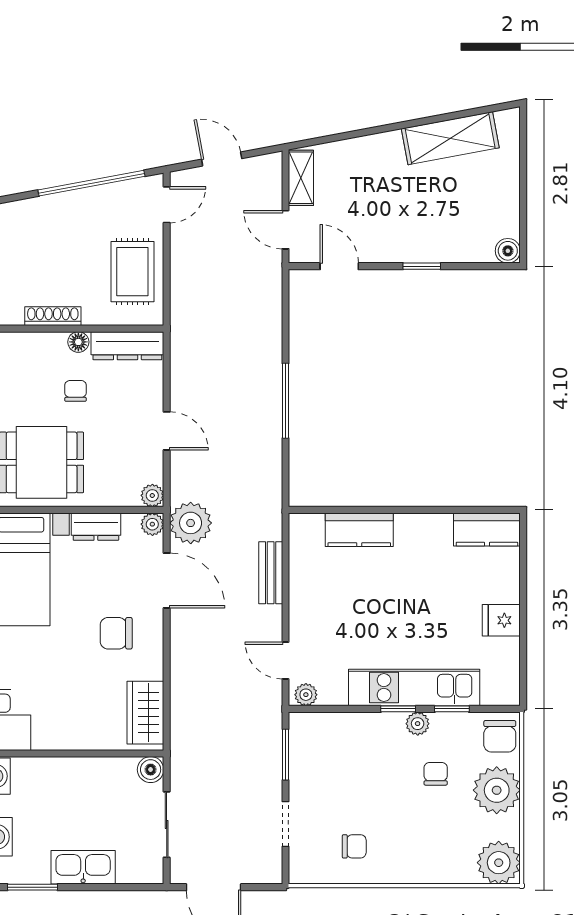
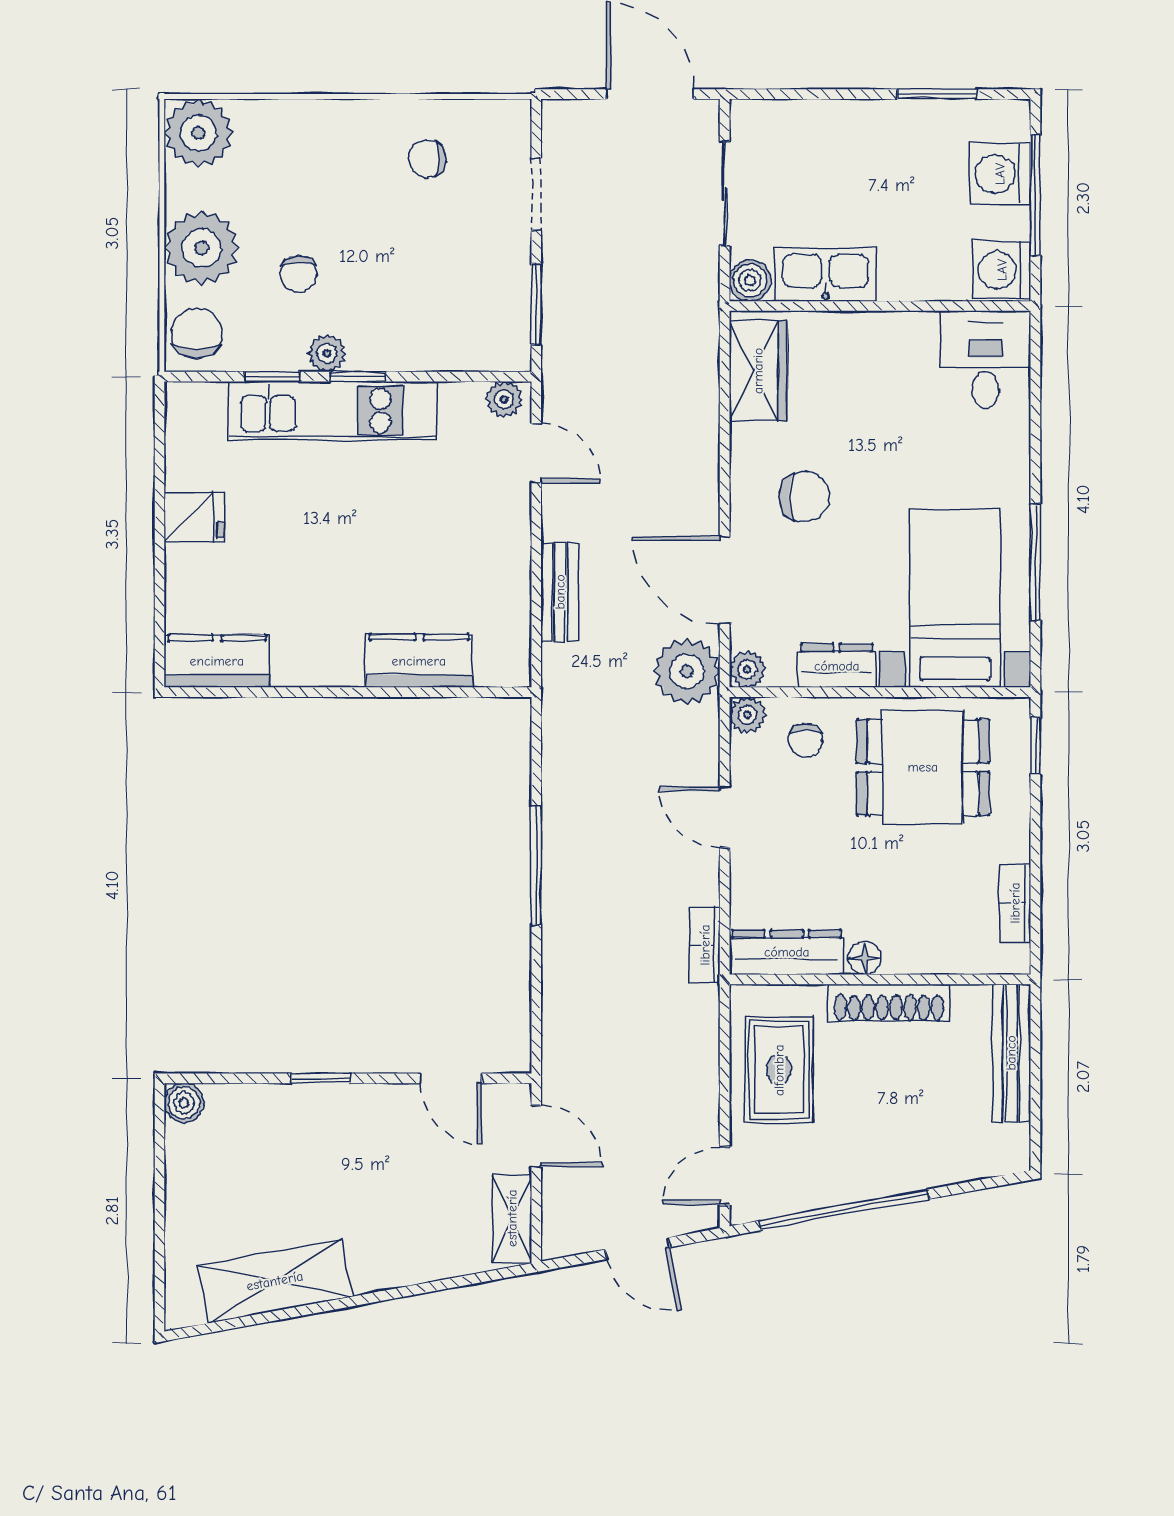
shoe rack: (53, 316) -> (889, 1003), width x1.36, depth x1.24
bookcase: (179, 350) -> (705, 945), added
chair: (76, 391) -> (806, 740), moved
kitchen sink: (83, 867) -> (825, 274), moved, turned 180

